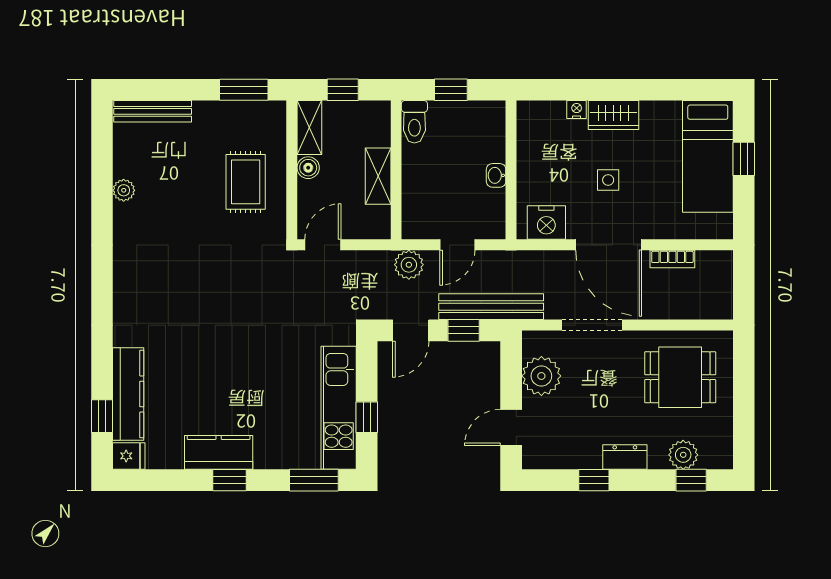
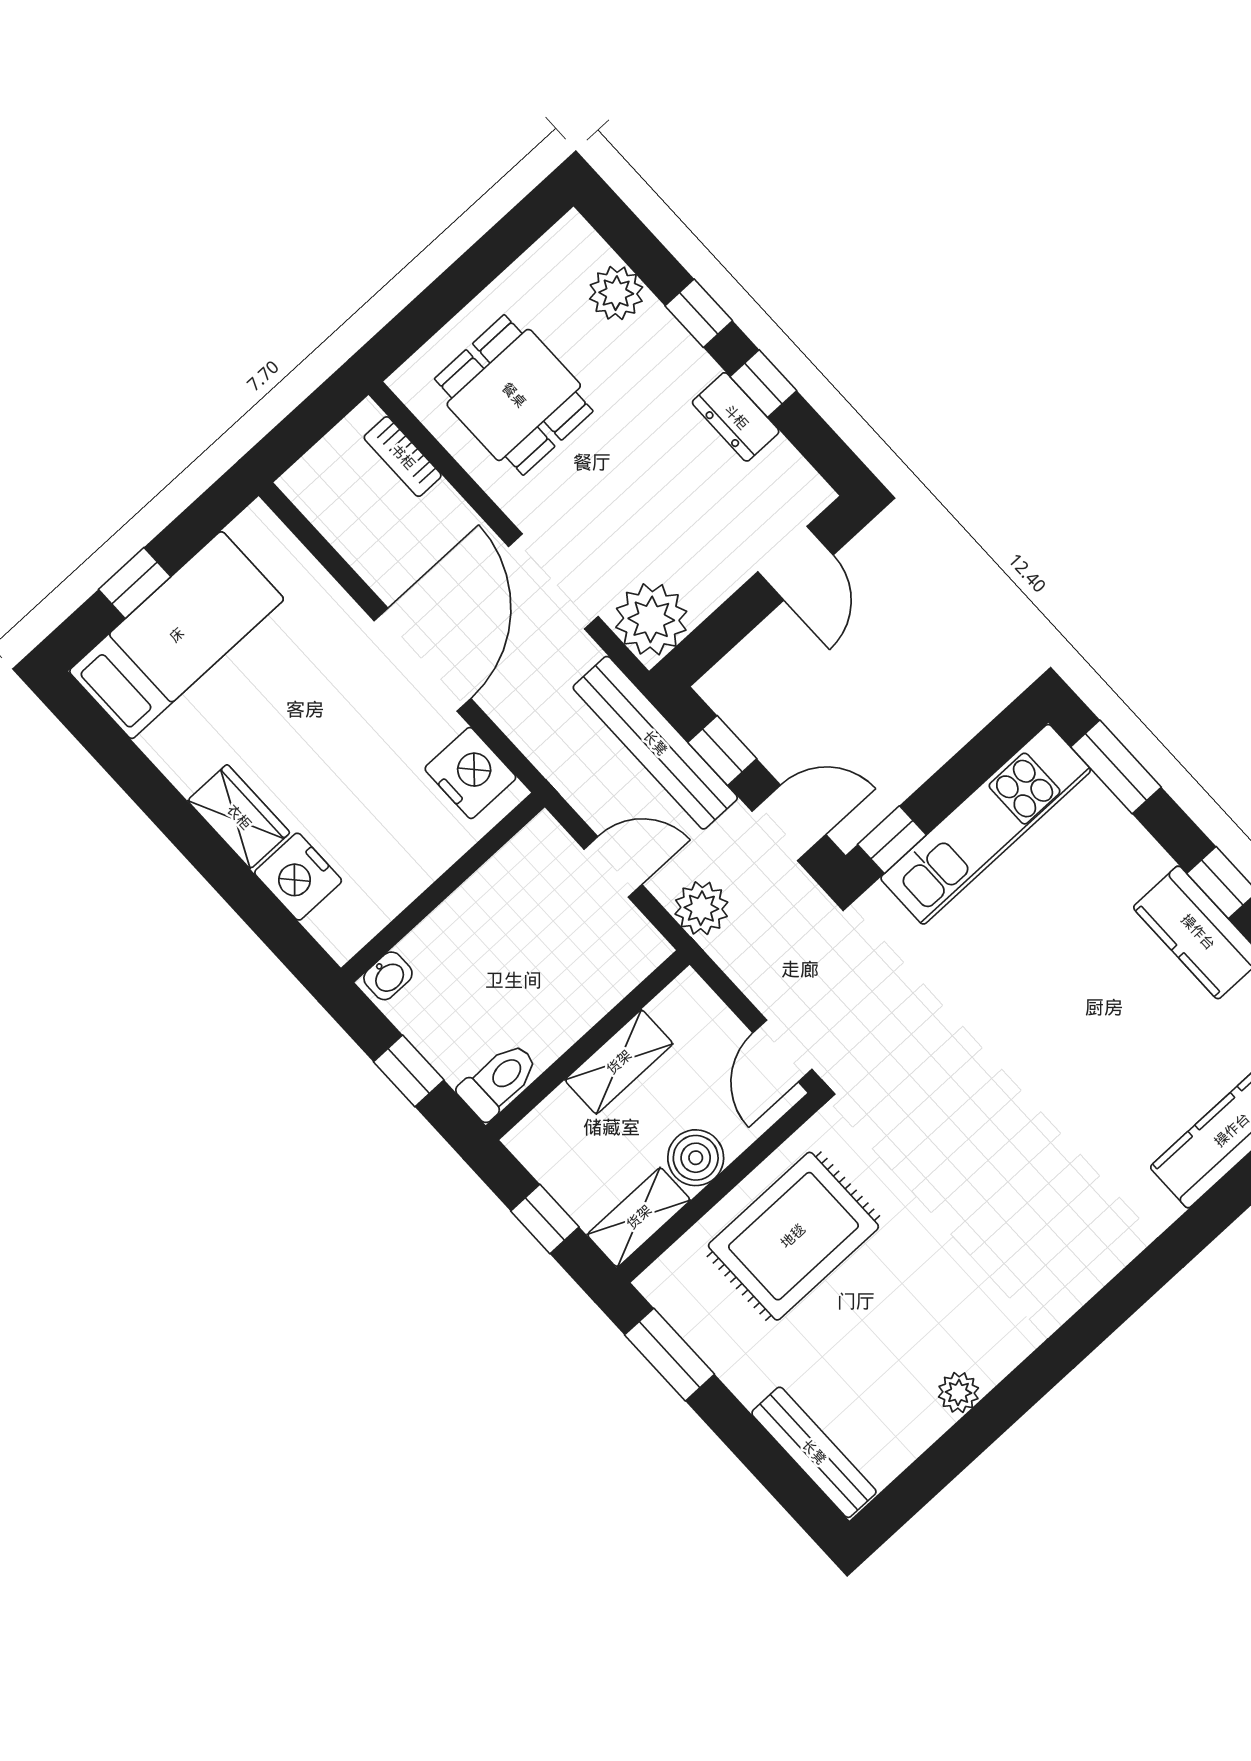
nightstand: (577, 109) -> (298, 877), width x1.89, depth x1.79
boiler: (308, 168) -> (696, 1158), width x1.36, depth x1.36
washbasin: (496, 175) -> (388, 976), moved
side table: (608, 180) -> (334, 742), removed
rug: (246, 182) -> (793, 1236), width x1.36, depth x1.43
door: (323, 245) -> (782, 1051), hinge flipped
bookcase: (672, 259) -> (403, 457), moved, turned 180
plant: (541, 376) -> (651, 619), moved
window: (367, 417) -> (892, 840), moved
door: (511, 427) -> (795, 563), hinge flipped
dresser: (625, 457) -> (736, 417), moved
window: (691, 480) -> (699, 313), moved

